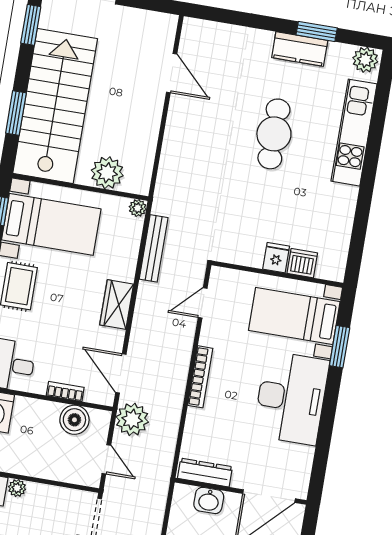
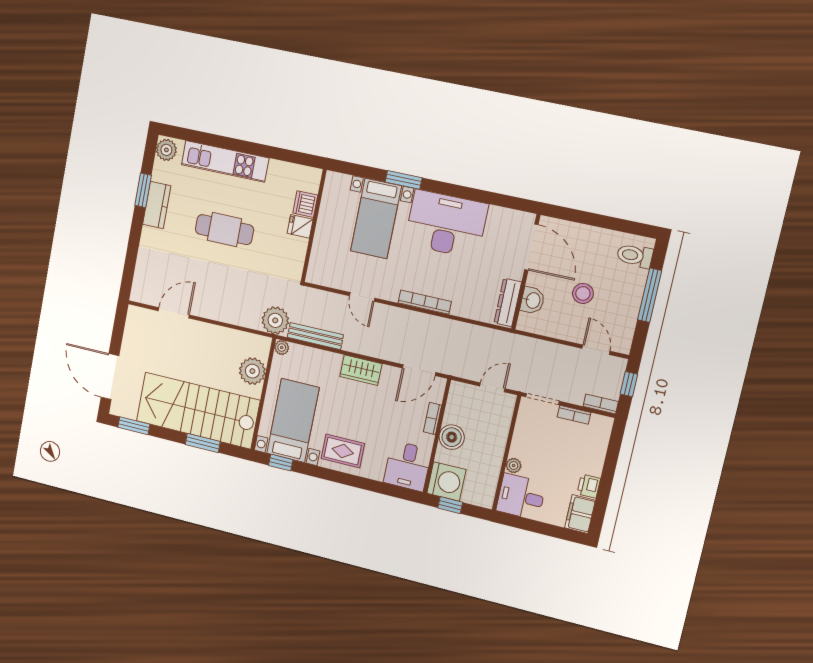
fridge: (276, 258) -> (300, 226), moved
dishwasher: (302, 263) -> (305, 204), moved
wall: (277, 274) -> (314, 226), moved
plant: (132, 419) -> (275, 320), moved
boiler: (74, 420) -> (452, 437), moved

